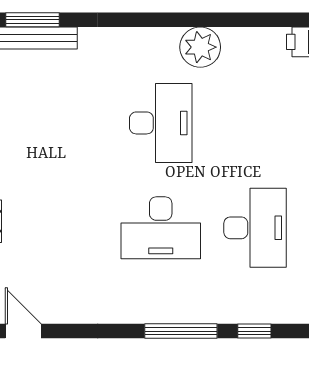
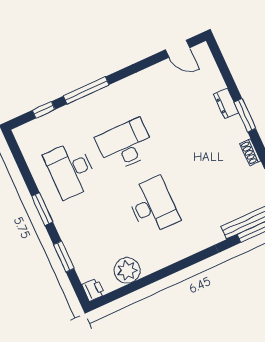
plant: (200, 47) -> (127, 270), moved
desk: (161, 123) -> (153, 206), turned 180

